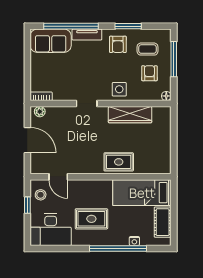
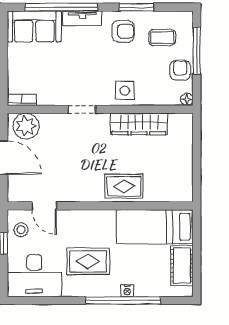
armchair: (118, 44) -> (123, 31), turned -90
armchair: (149, 73) -> (180, 70), moved
plant: (40, 112) -> (26, 126), width x1.87, depth x1.87
nightstand: (134, 241) -> (127, 291), moved

